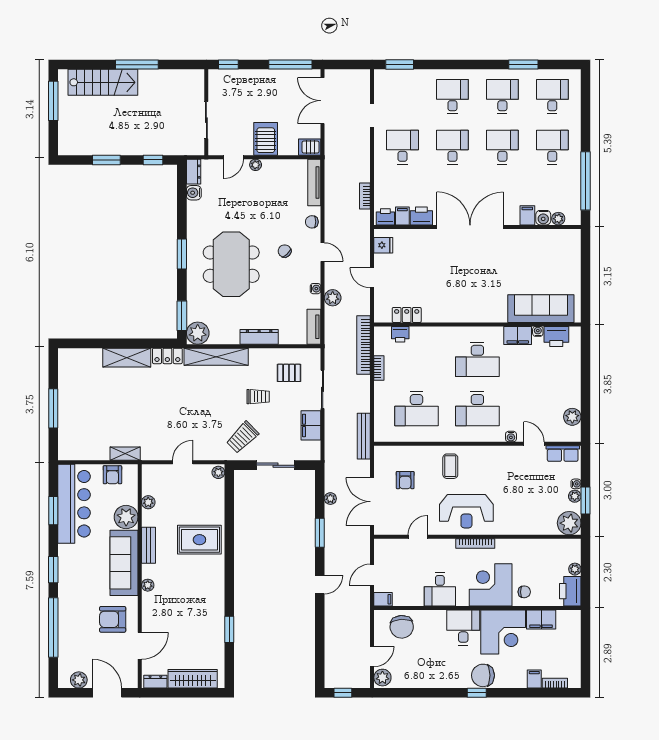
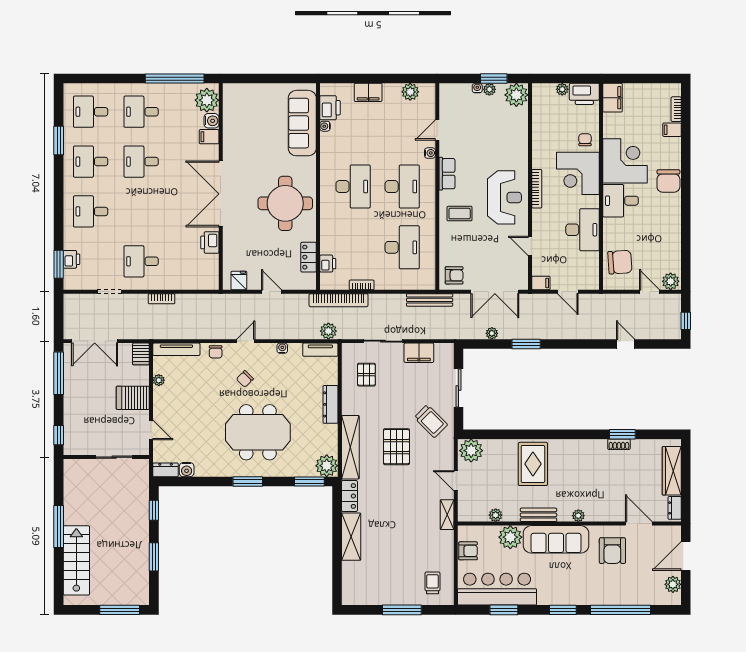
window: (53, 101) -> (120, 610), moved
desk: (452, 147) -> (141, 211), removed
plant: (256, 165) -> (159, 380), moved
bookcase: (365, 196) -> (162, 299), moved
filing cabinet: (402, 216) -> (210, 261), removed
printer: (385, 217) -> (71, 259), moved, turned 180
plant: (558, 219) -> (207, 100), width x1.87, depth x1.87
door: (372, 278) -> (271, 292), swing flipped
round table: (461, 292) -> (285, 203), added
plant: (333, 298) -> (328, 331), moved
filing cabinet: (518, 336) -> (368, 92), moved, turned 90
trolley: (258, 397) -> (432, 583), moved
pallet: (217, 403) -> (396, 447), added
shelving: (125, 454) -> (447, 515), moved
row of seats: (563, 454) -> (447, 174), moved
plant: (218, 472) -> (471, 451), width x1.87, depth x1.87
armchair: (405, 480) -> (454, 275), moved
door: (320, 585) -> (626, 344), moved
desk: (440, 589) -> (583, 230), width x1.37
filing cabinet: (383, 599) -> (541, 283), moved, turned 90
filing cabinet: (541, 619) -> (613, 98), moved
shoe rack: (219, 626) -> (619, 444), added
window: (477, 693) -> (686, 187), removed

